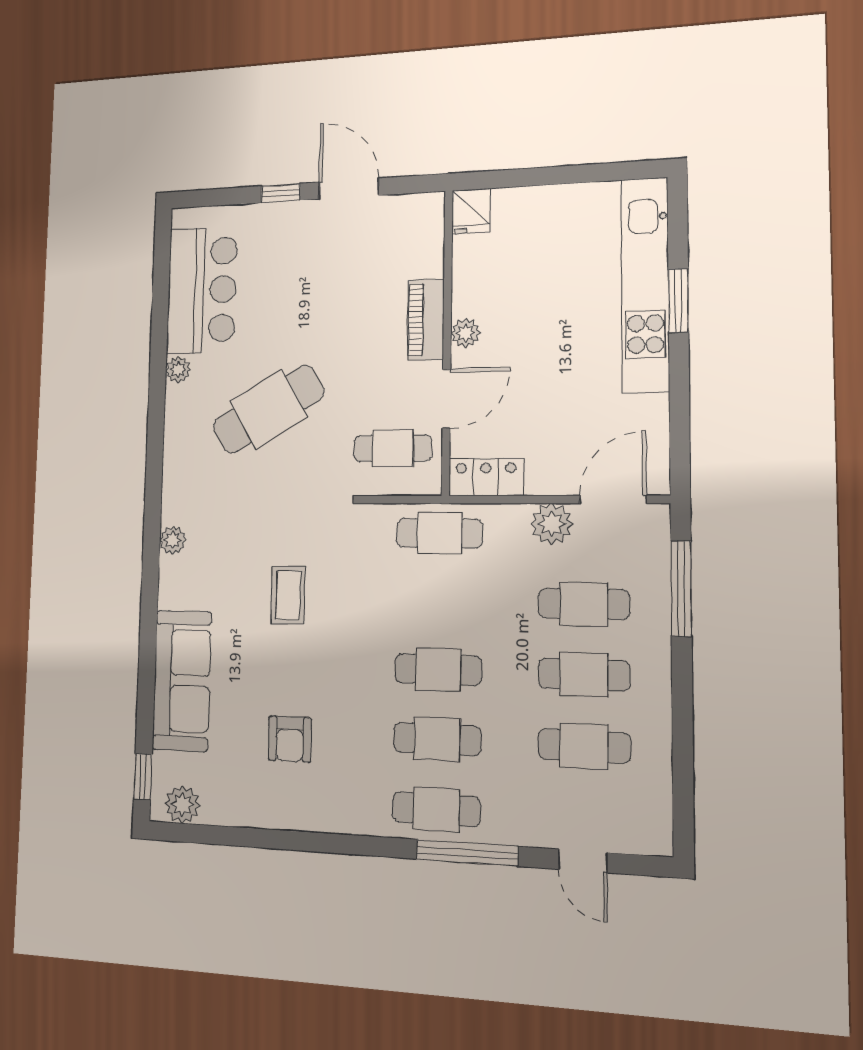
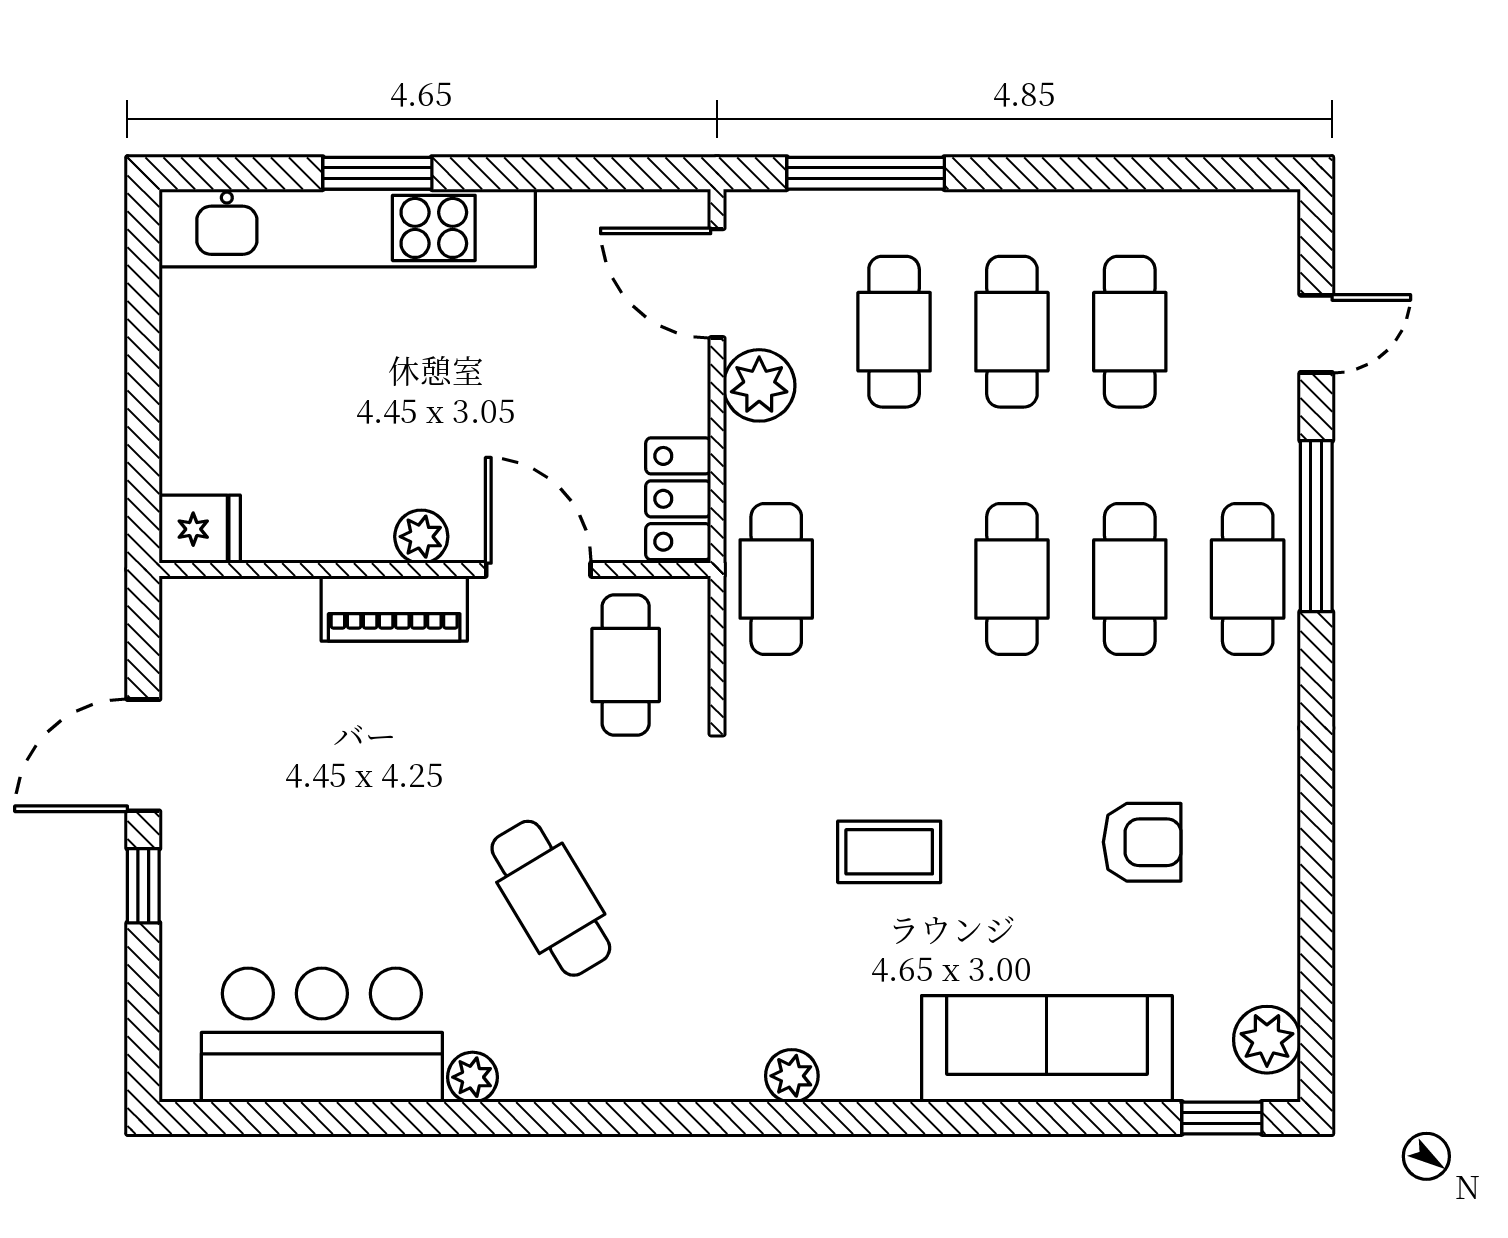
cafe table: (268, 409) -> (551, 898), width x0.73, depth x0.74

